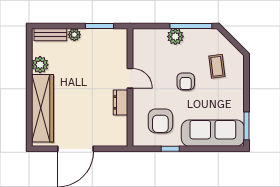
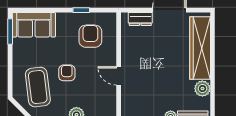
coffee table: (217, 66) -> (38, 87), width x1.86, depth x1.72
dresser: (121, 102) -> (140, 19), moved, turned 90
sofa: (213, 133) -> (34, 25), width x0.73

